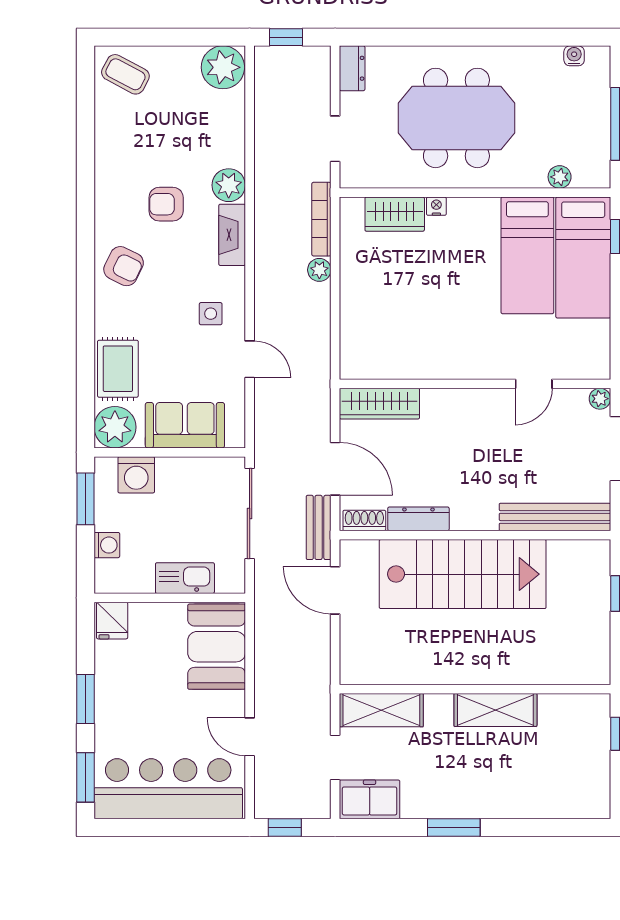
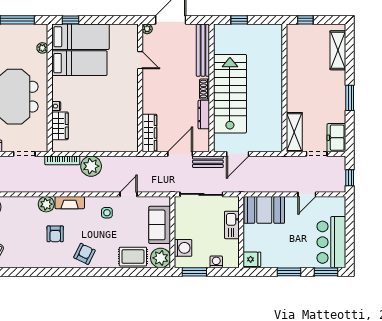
plant: (319, 270) -> (91, 166), width x1.88, depth x1.88
shoe rack: (364, 520) -> (205, 89), moved
shelving: (495, 710) -> (338, 50), moved
bar counter: (168, 789) -> (331, 242), width x0.73

